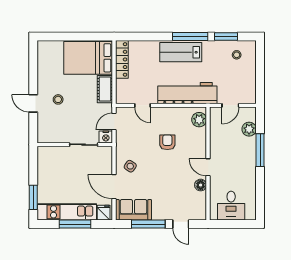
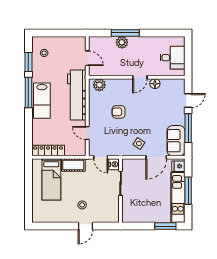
bed: (88, 58) -> (51, 179), width x0.67
door: (143, 105) -> (87, 133), swing flipped
plant: (249, 129) -> (122, 42), moved

